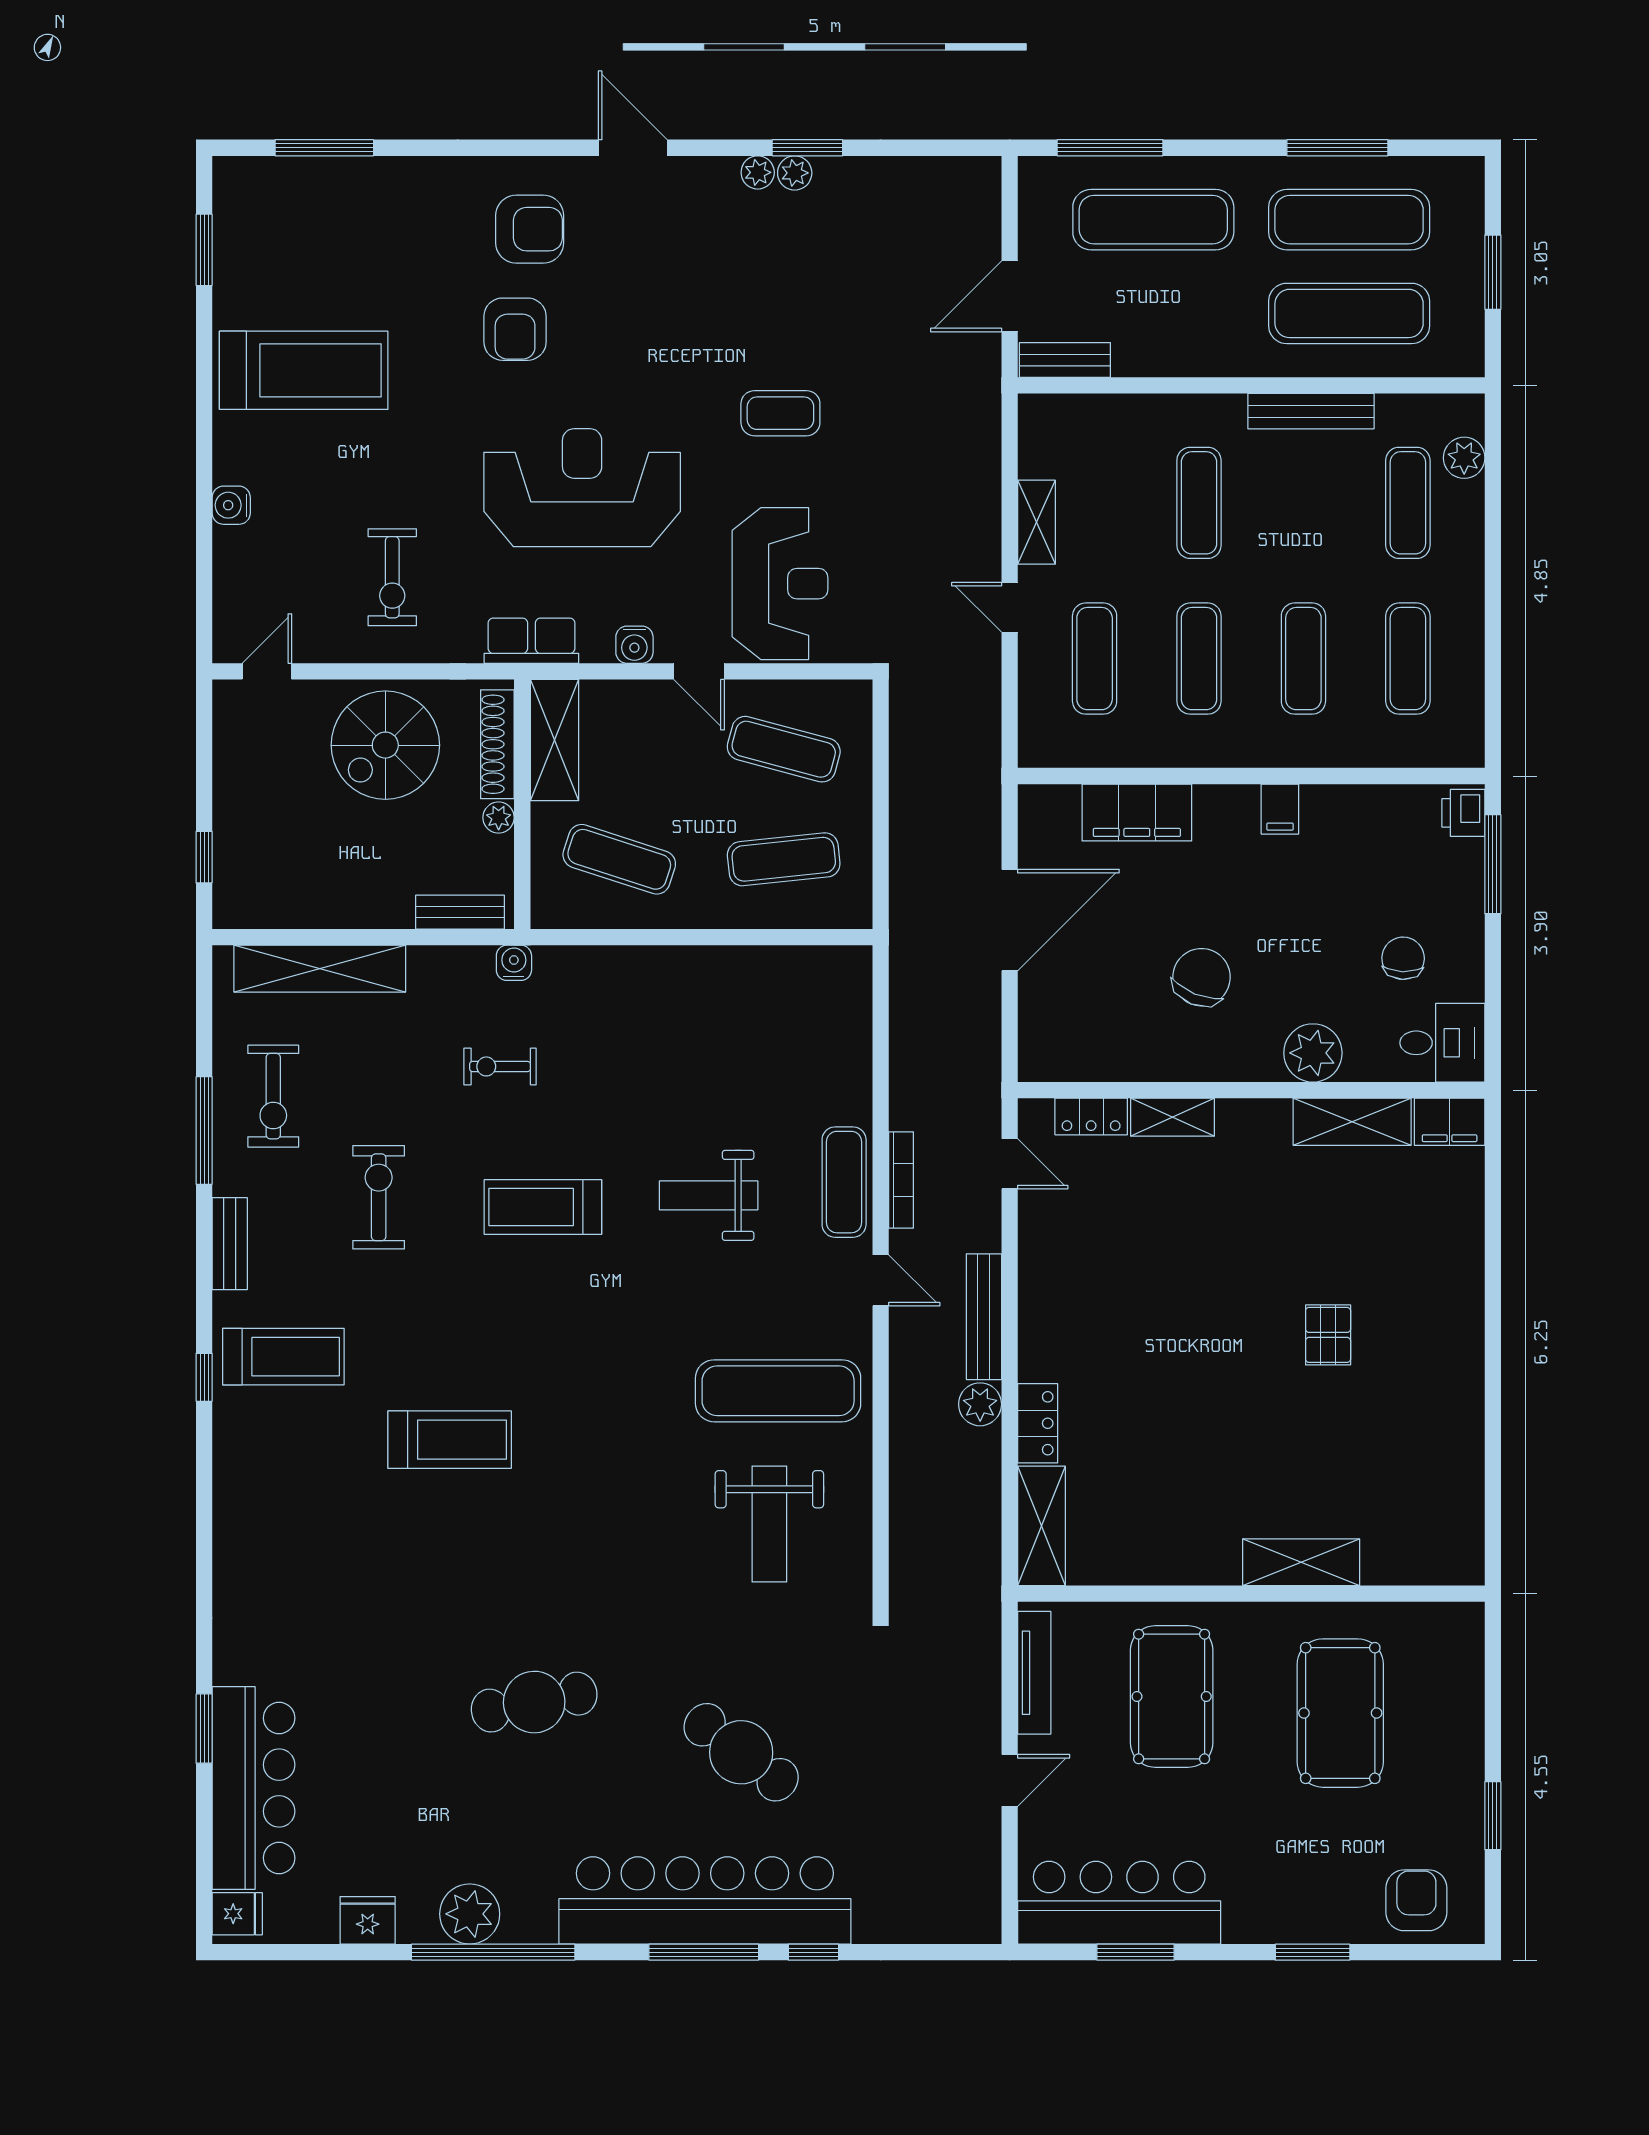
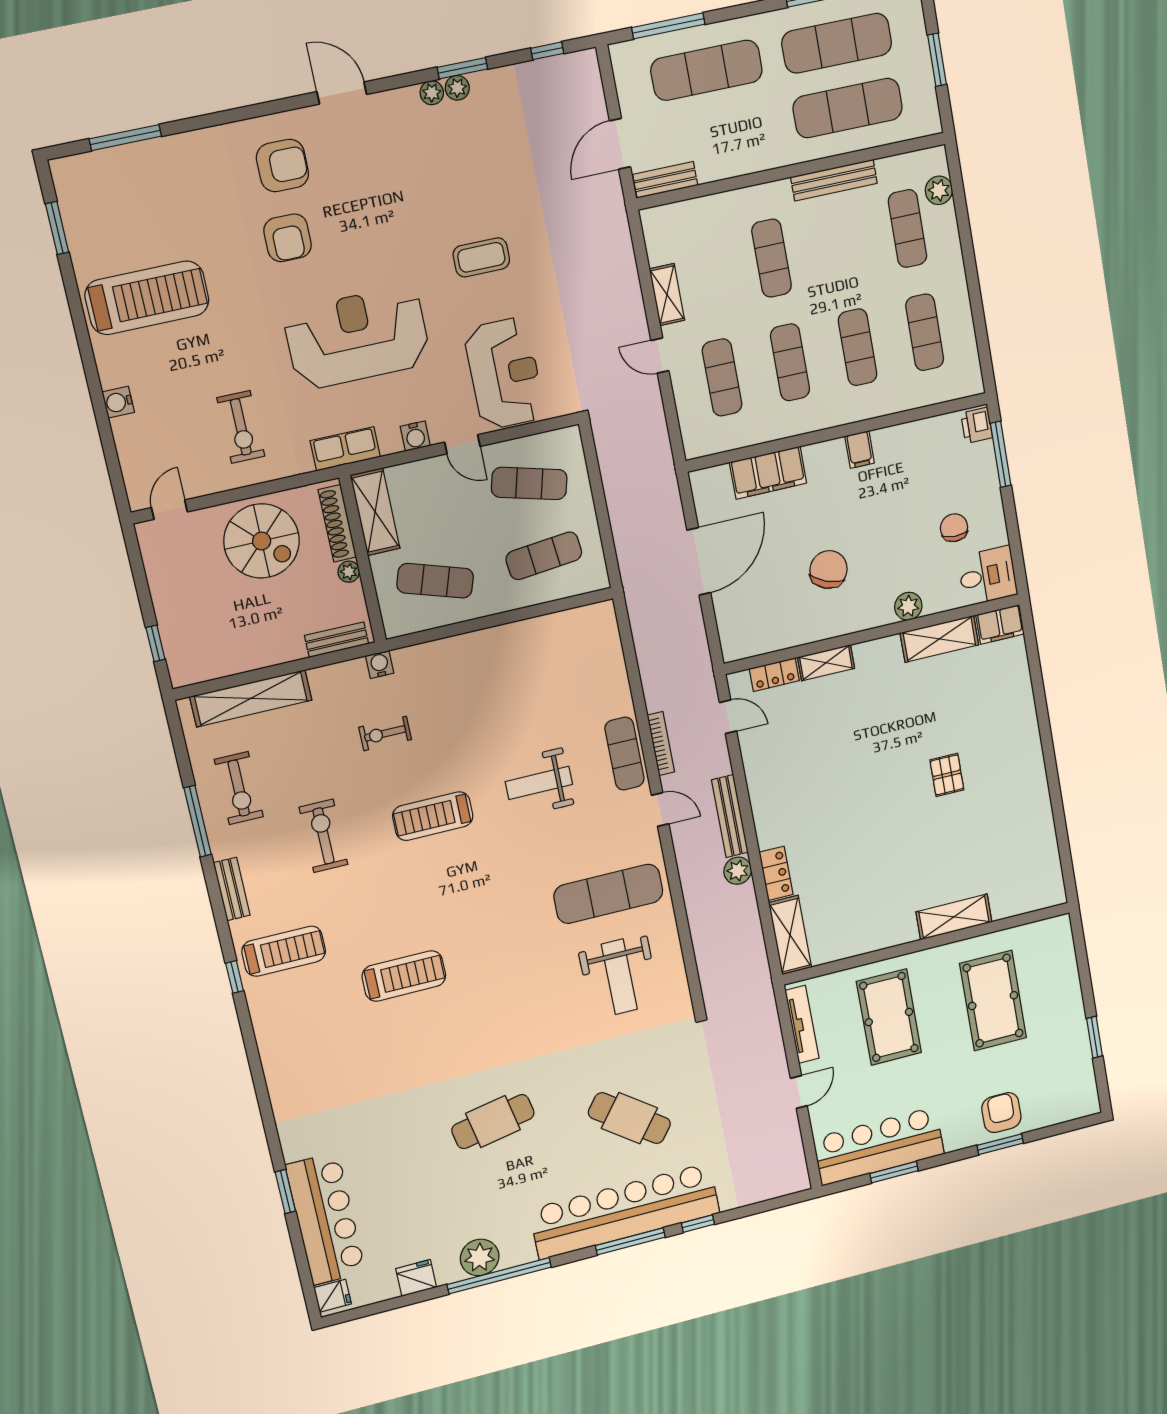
window: (931, 148) -> (547, 51), added
spiral stairs: (385, 745) -> (262, 541), turned -90
plant: (1313, 1053) -> (908, 606), width x0.73, depth x0.73
armchair: (1416, 1900) -> (1001, 1113), moved

